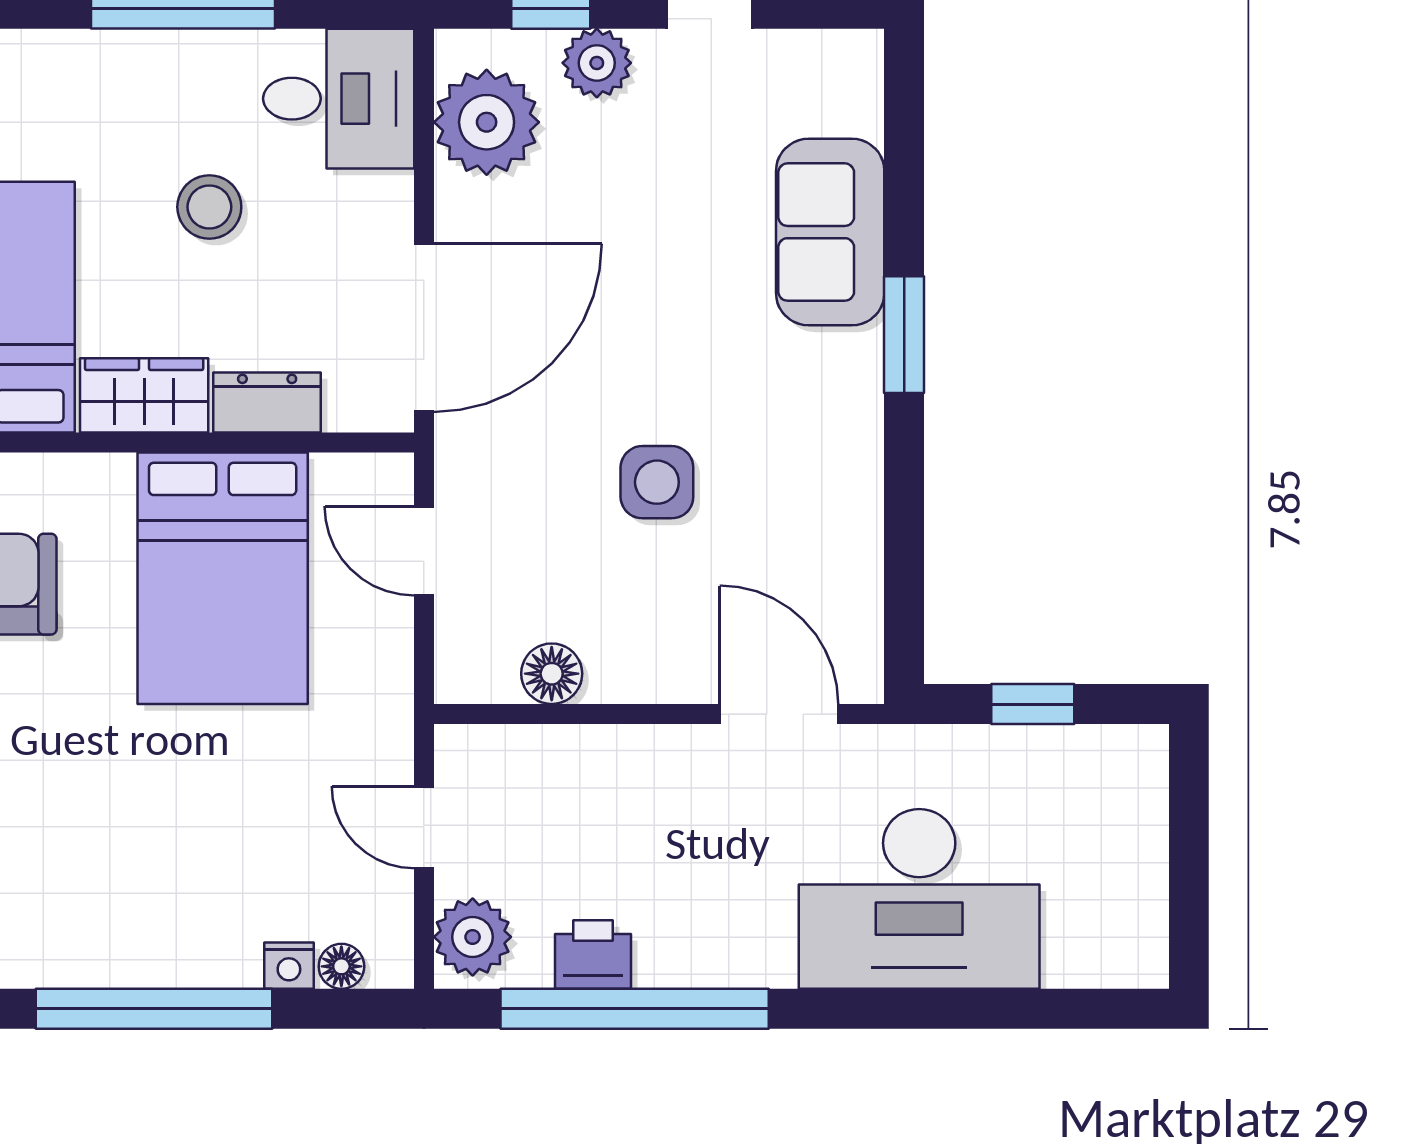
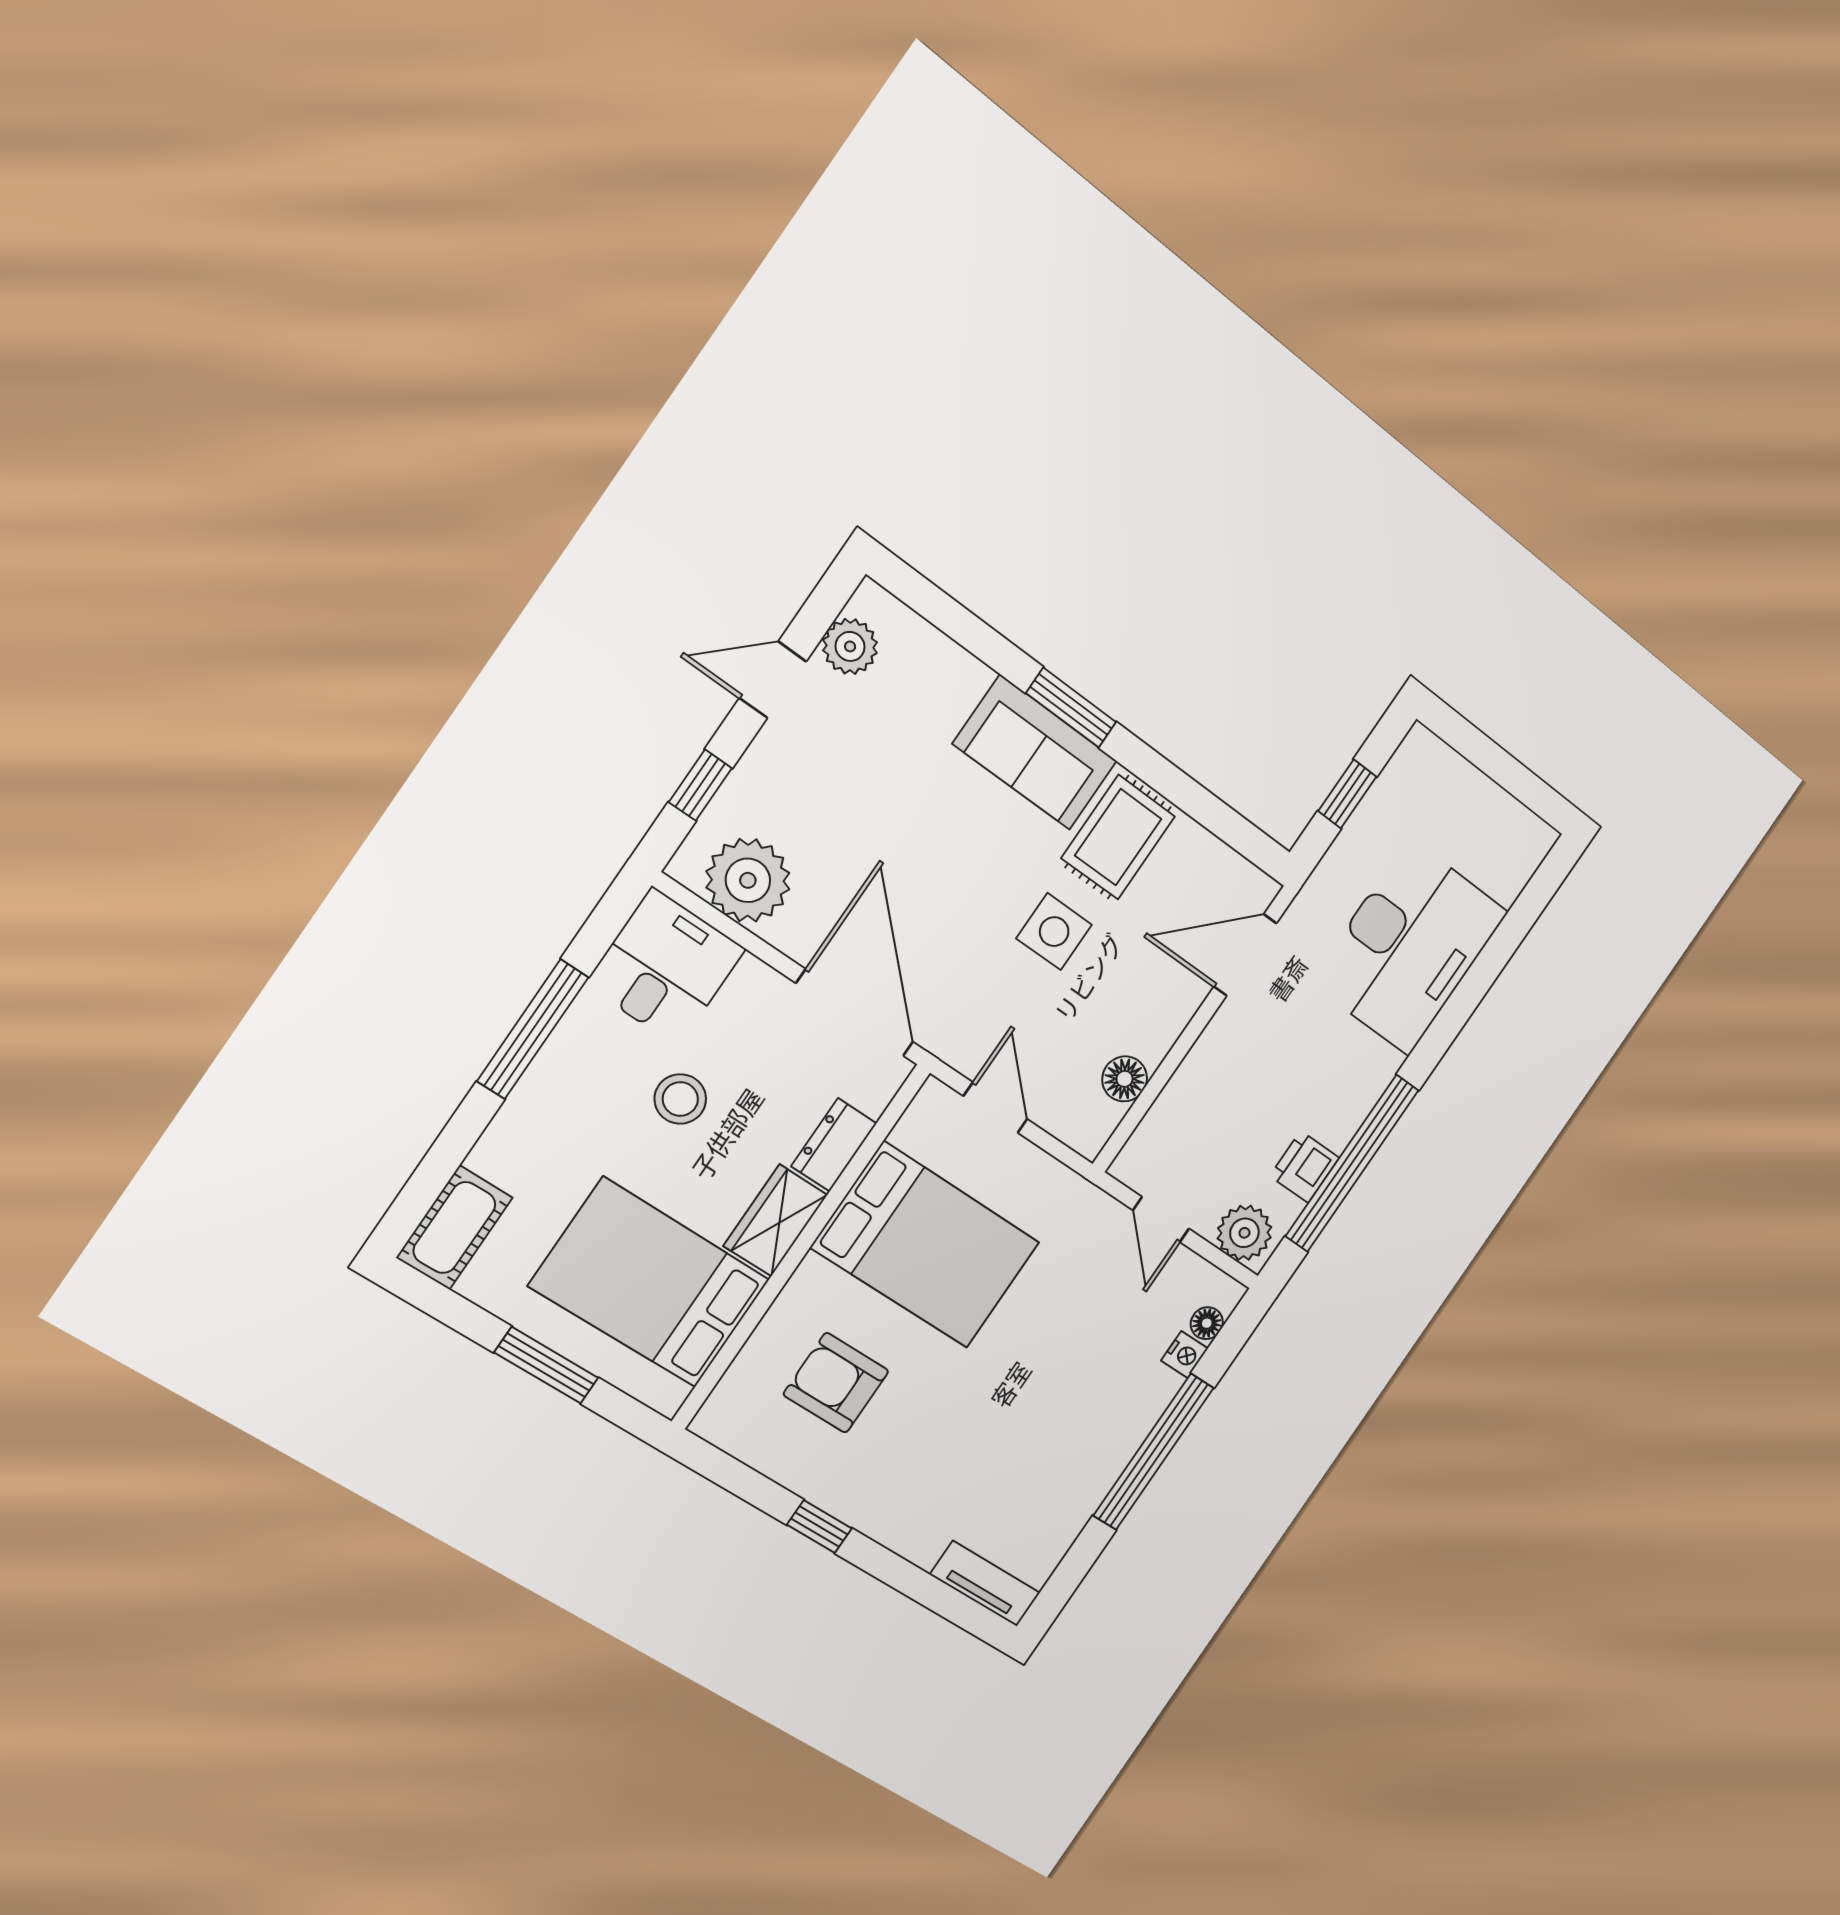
plant: (597, 63) -> (850, 646), moved
sofa: (830, 232) -> (1035, 752), moved
rug: (806, 481) -> (1118, 837), added
door: (424, 551) -> (995, 1108), swing flipped
door: (424, 827) -> (1161, 1219), hinge flipped

